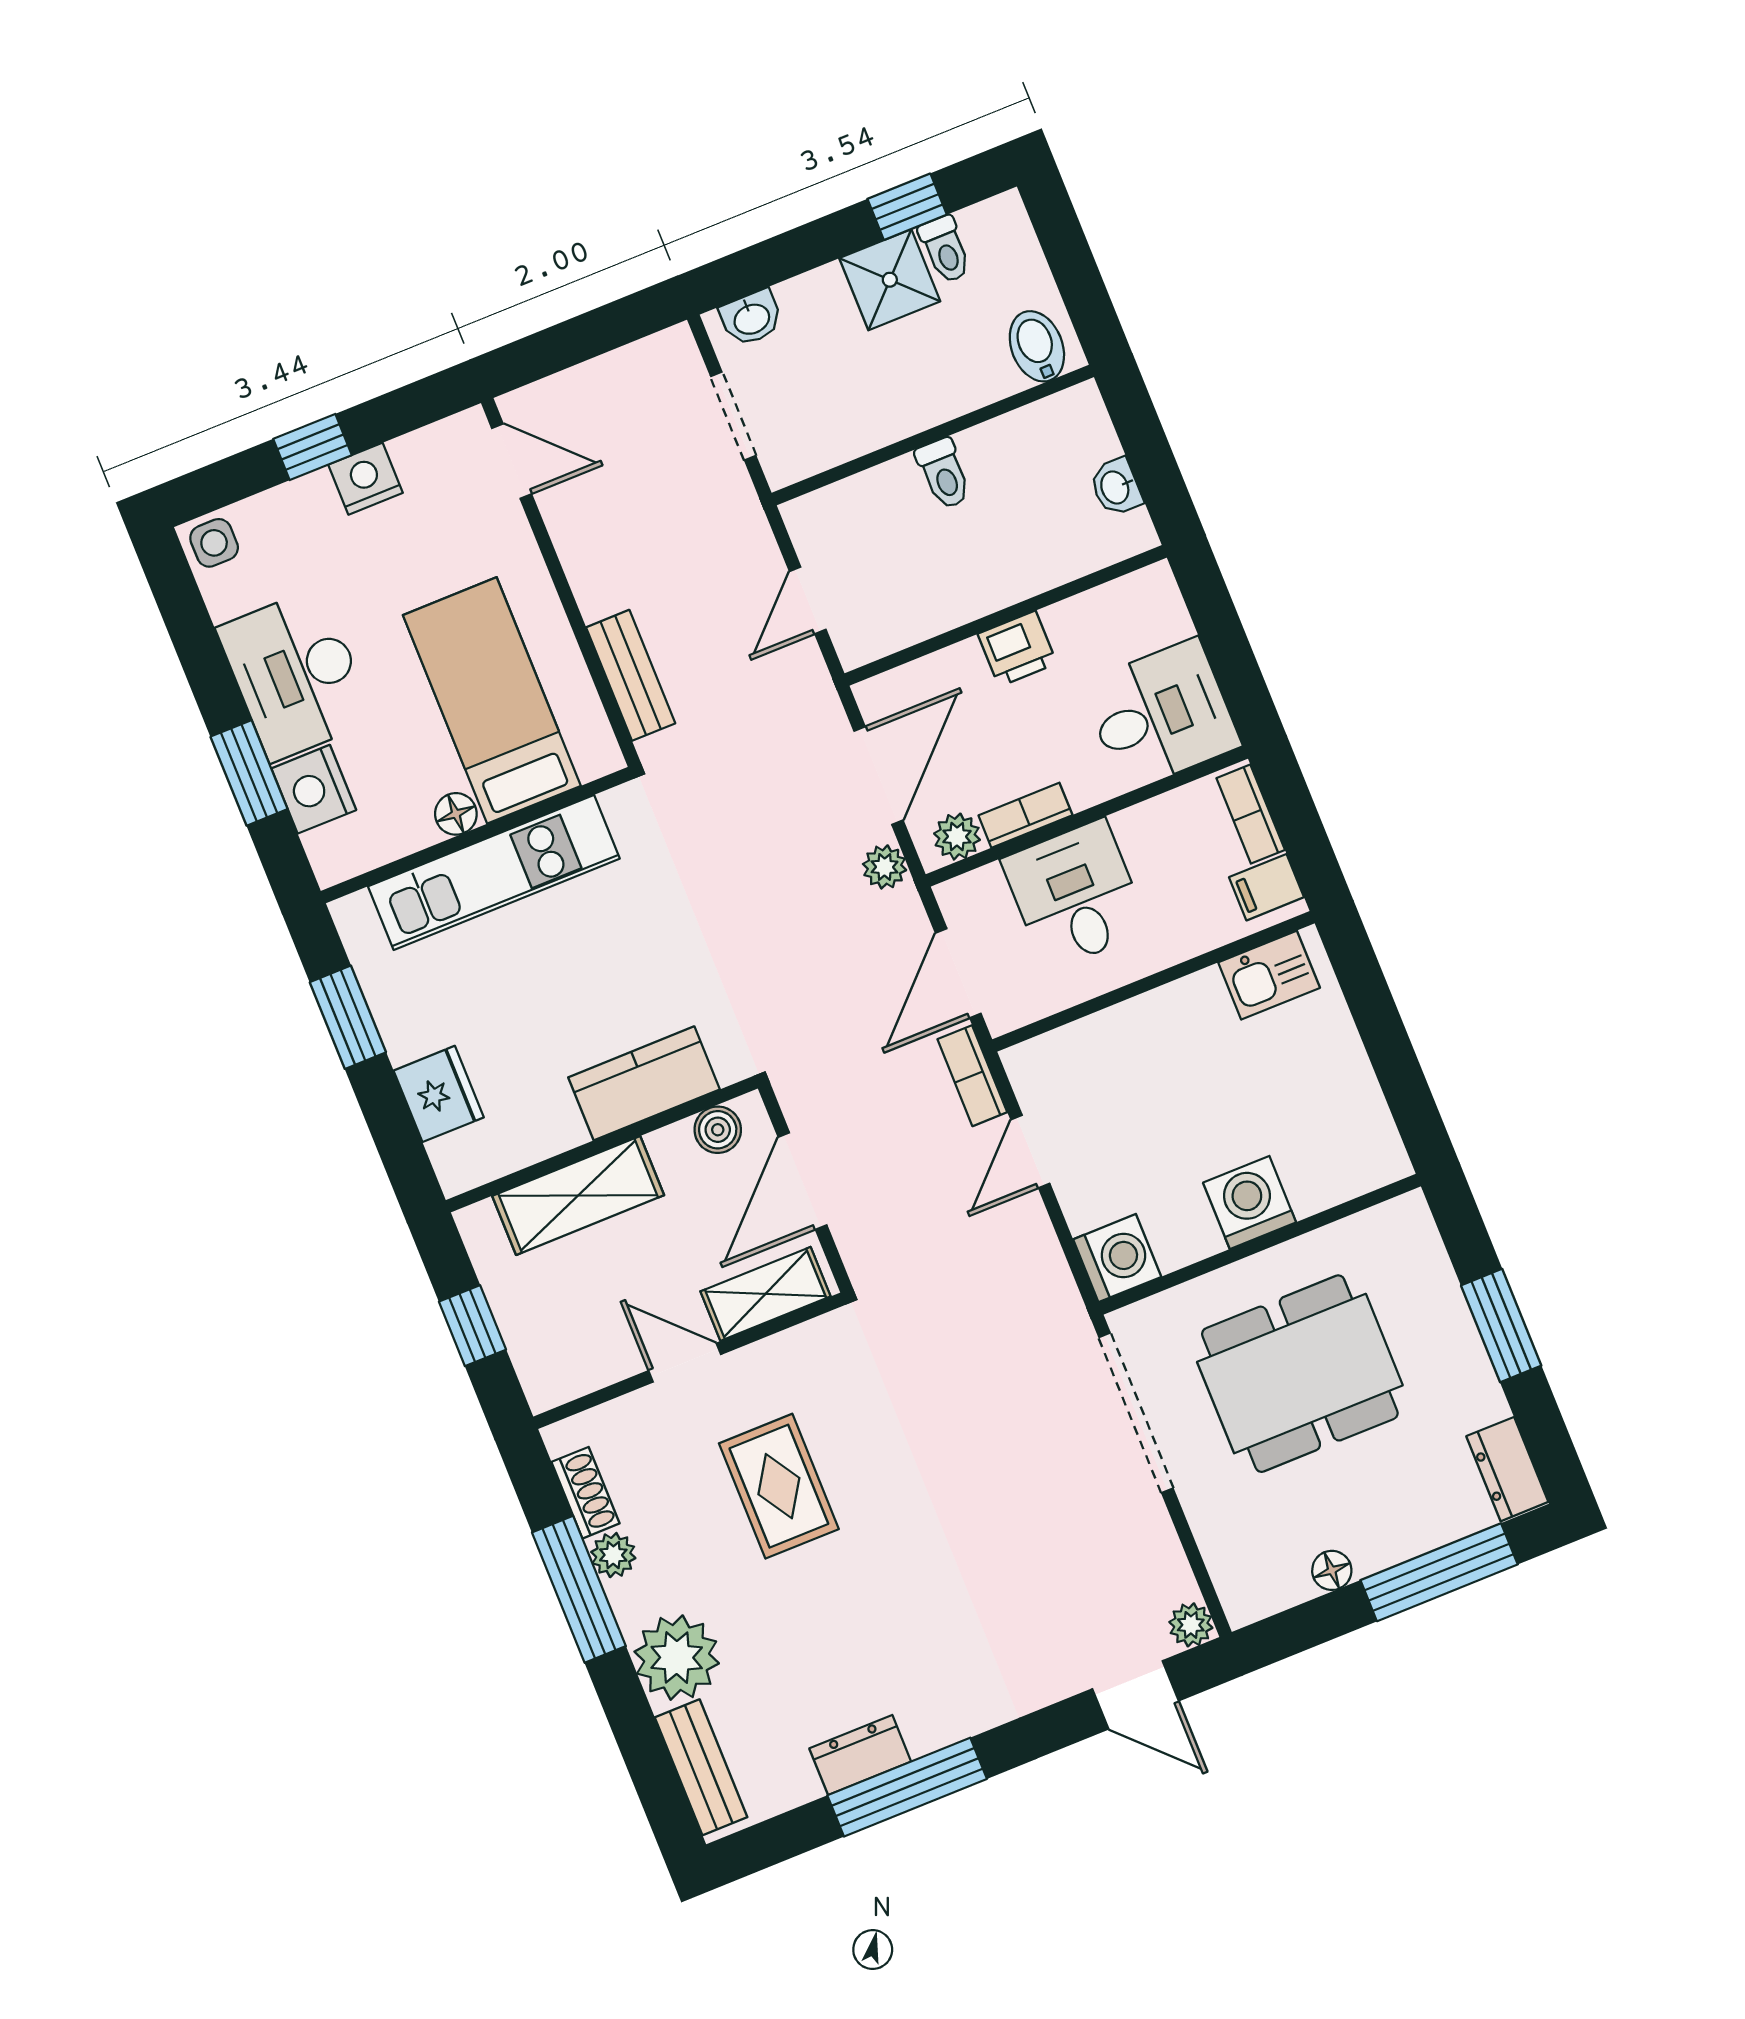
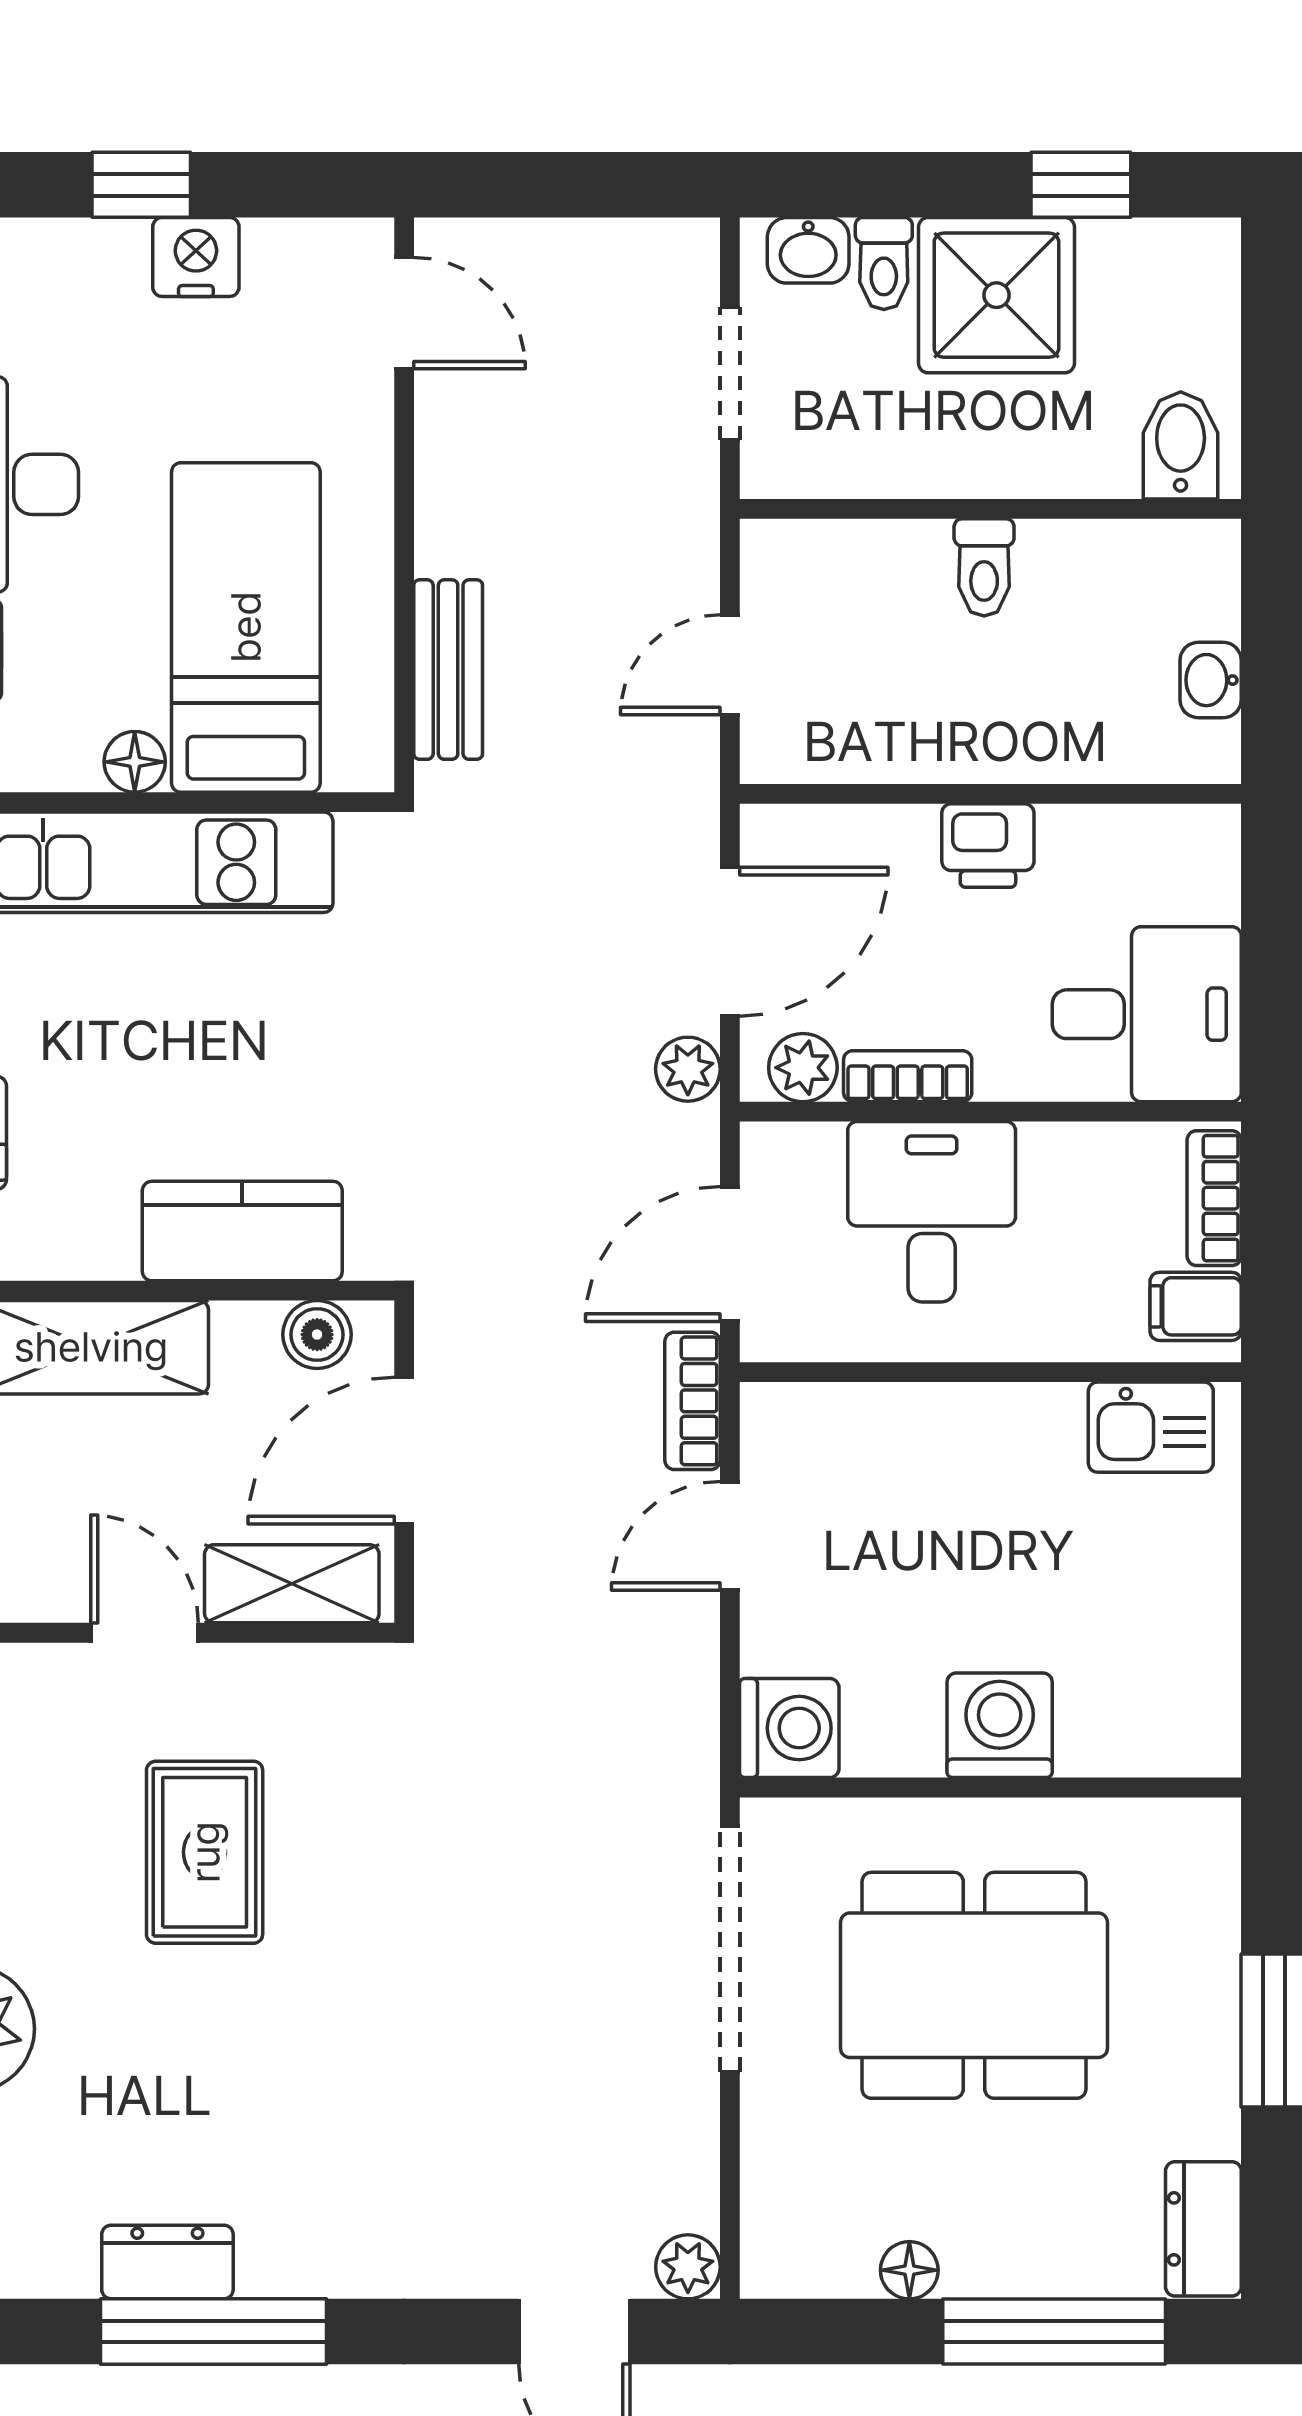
toilet: (945, 249) -> (884, 264), moved
shower: (890, 280) -> (996, 295), width x1.36, depth x1.36

